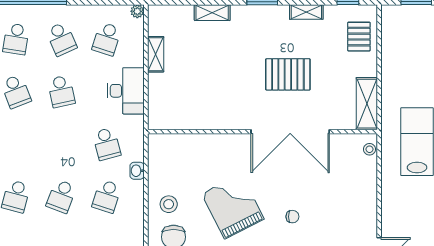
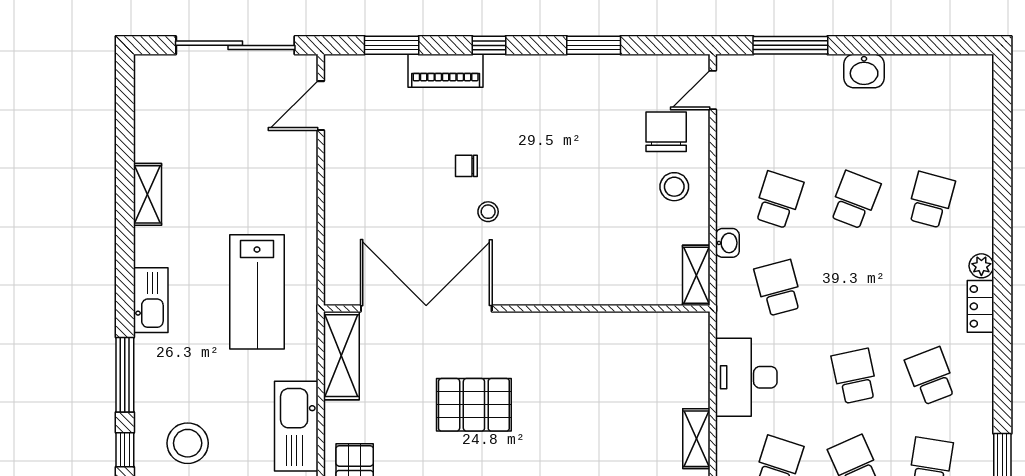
kitchen sink: (394, 62) -> (296, 426), added
double door: (290, 132) -> (426, 309), moved
stool: (370, 149) -> (488, 212), moved
shelving: (156, 151) -> (696, 275), added
grand piano: (233, 206) -> (567, 183), removed

